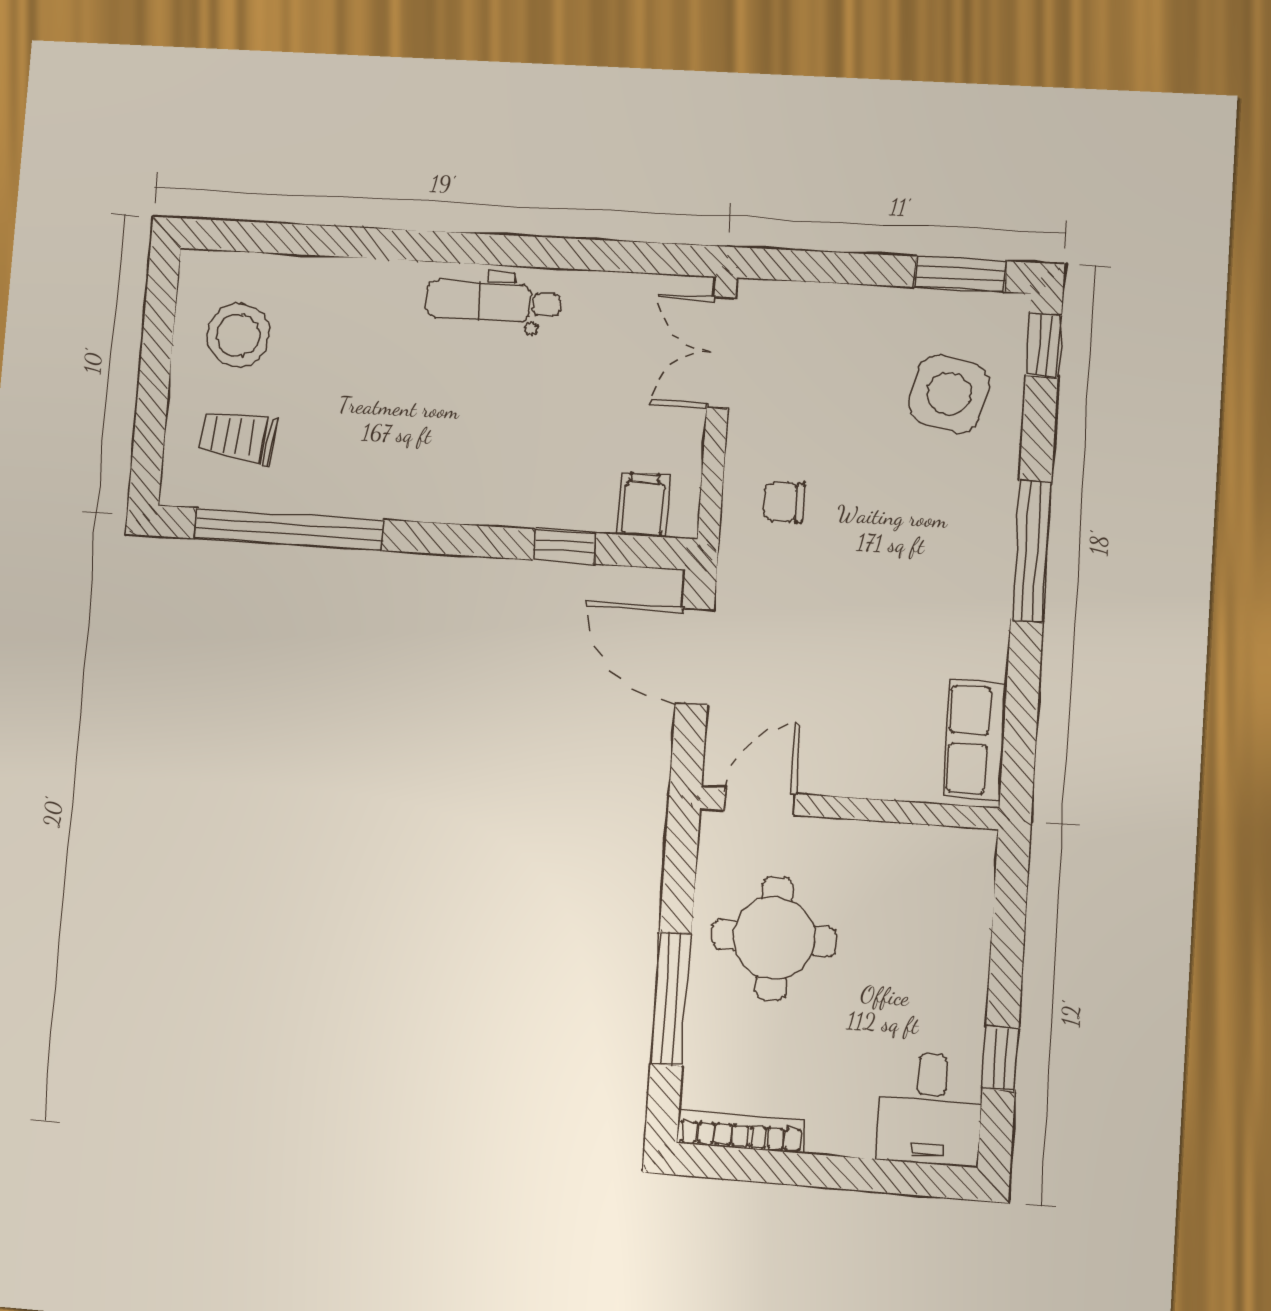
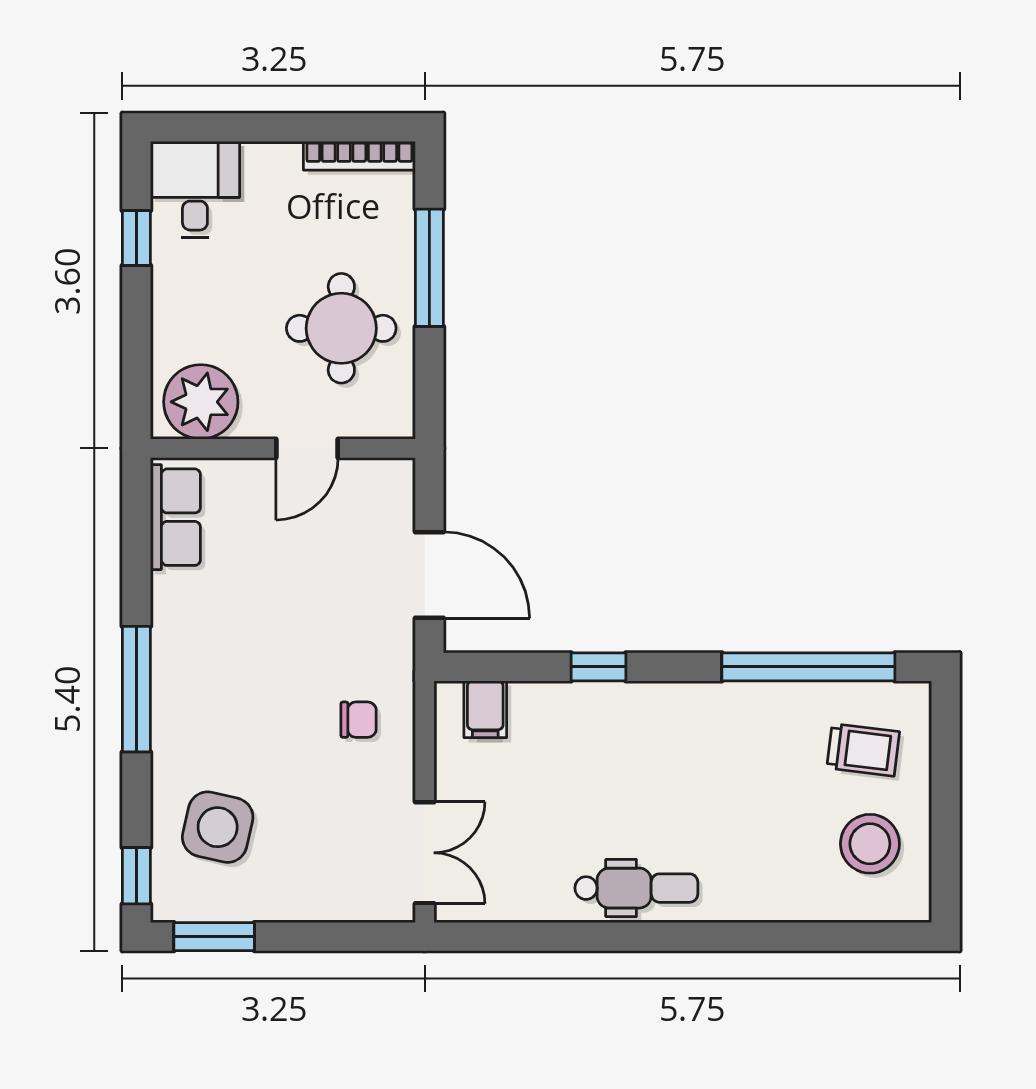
window: (564, 546) -> (598, 667), moved
door: (760, 802) -> (307, 448), moved
plant: (938, 867) -> (201, 402), added

